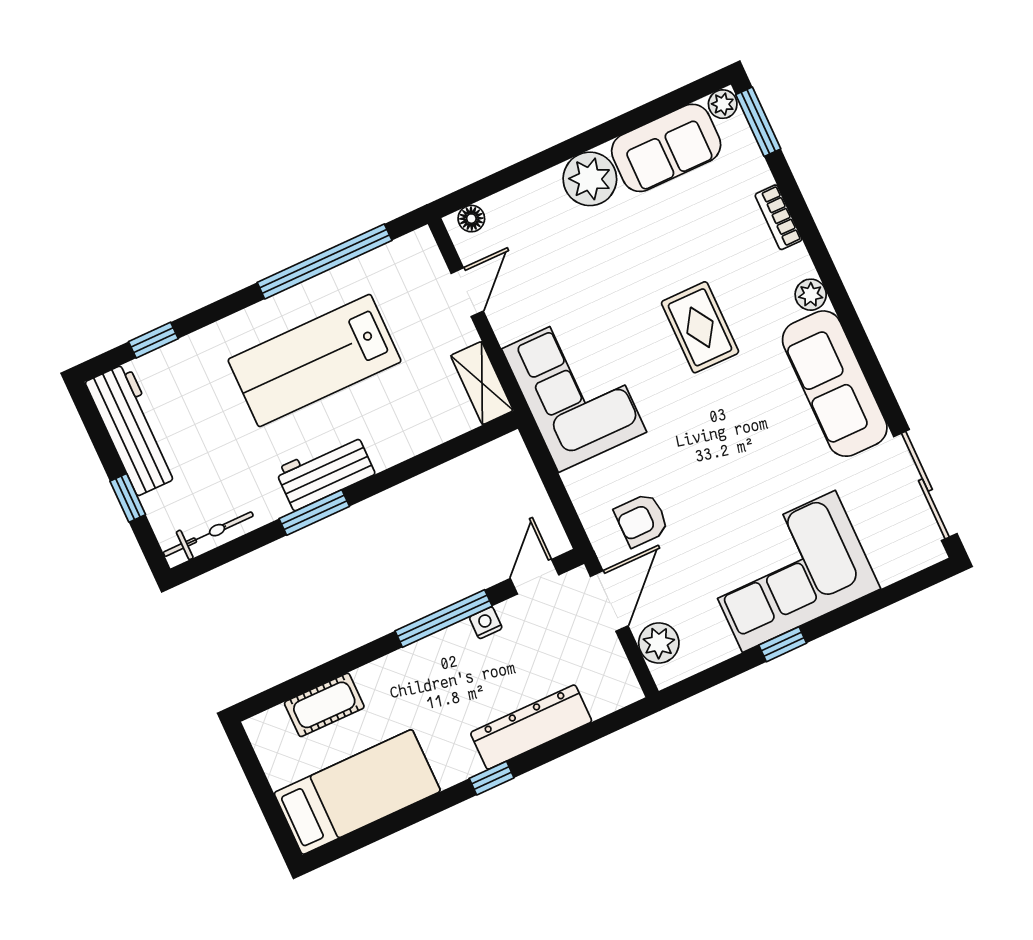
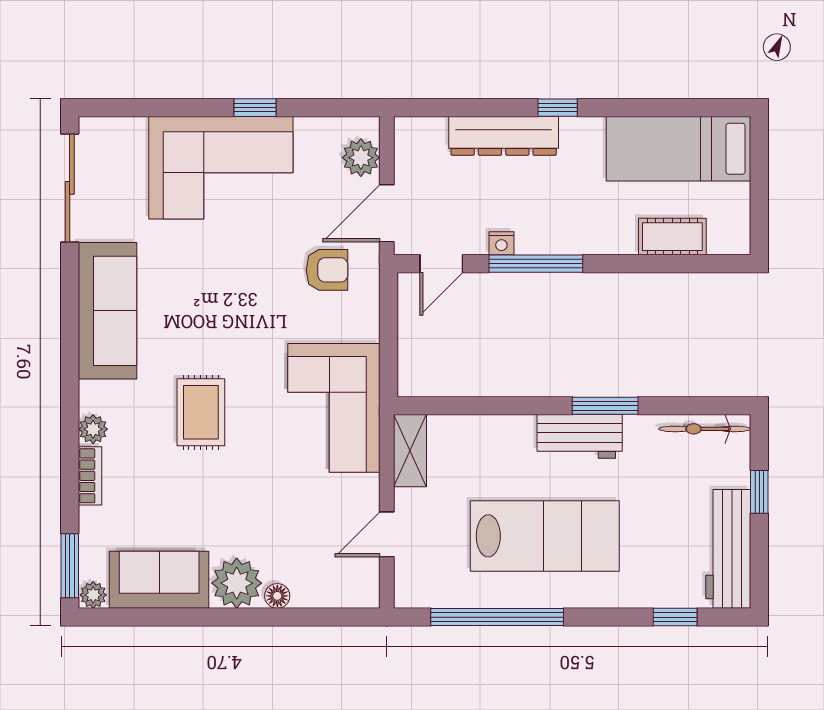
floor lamp: (471, 219) -> (277, 596), moved
plant: (811, 295) -> (93, 429), moved

